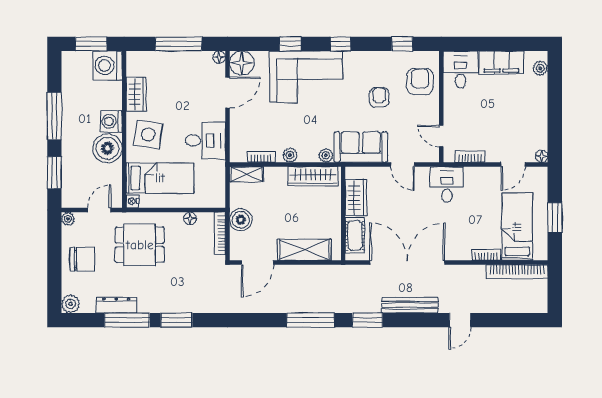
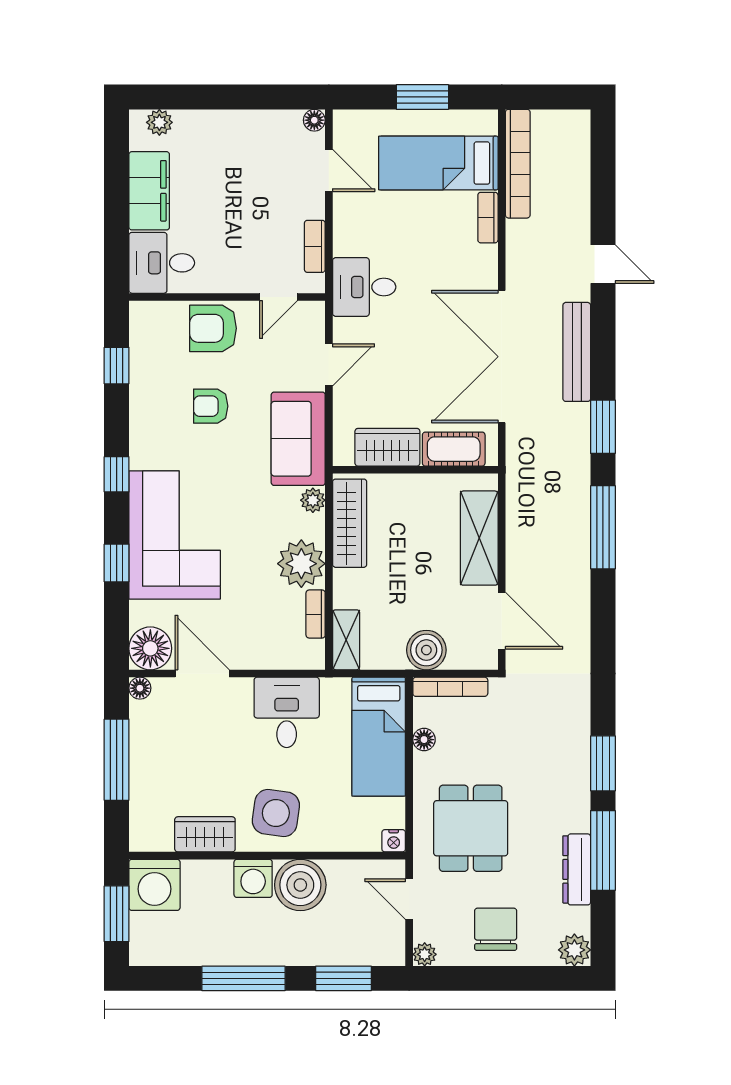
armchair: (420, 82) -> (213, 328), moved
plant: (290, 155) -> (301, 564), width x1.88, depth x1.88
bed: (160, 178) -> (379, 737), moved, turned 180

